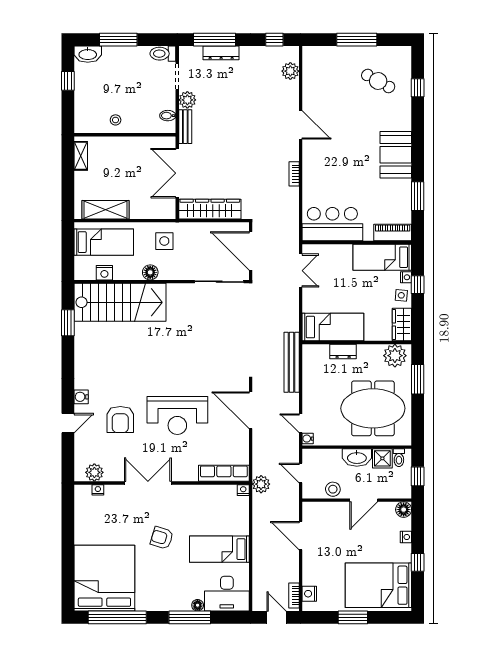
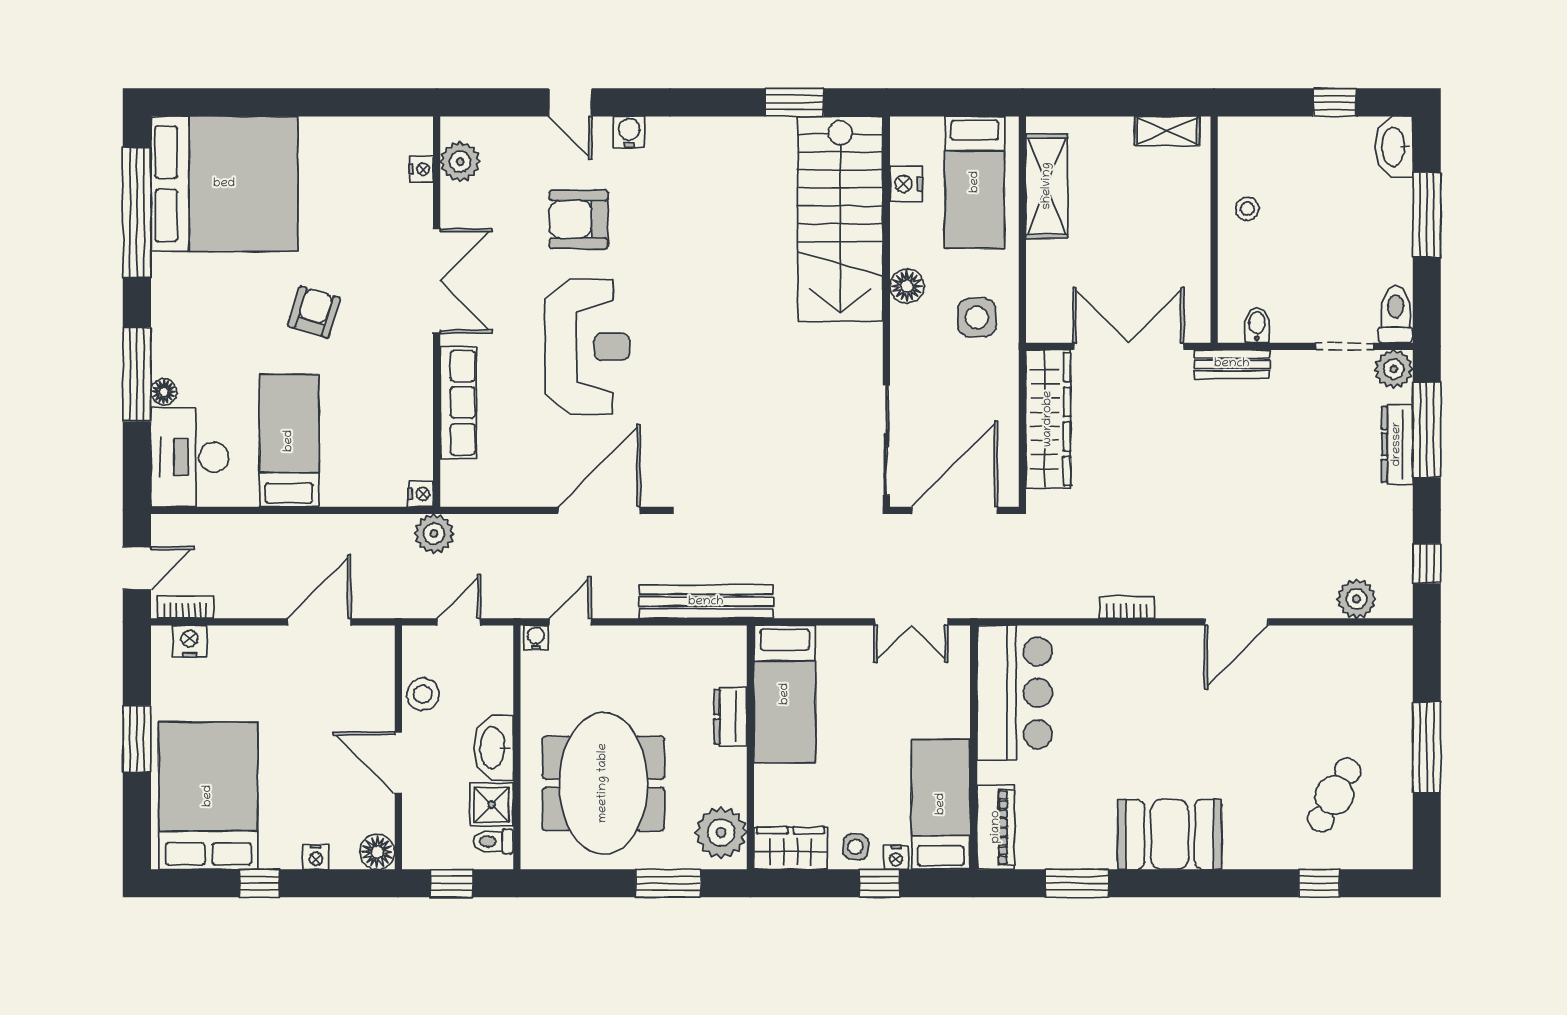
plant: (187, 100) -> (1394, 369), moved
reception desk: (177, 416) -> (587, 347), turned 180
row of seats: (224, 473) -> (458, 403), moved

